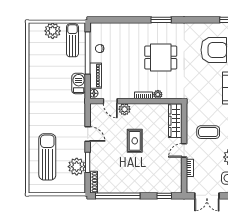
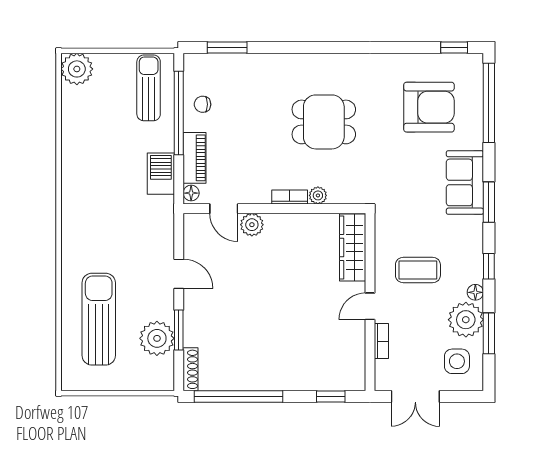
window: (161, 20) -> (227, 47), moved
plant: (53, 31) -> (77, 69), moved
rug: (135, 141) -> (272, 287), removed

